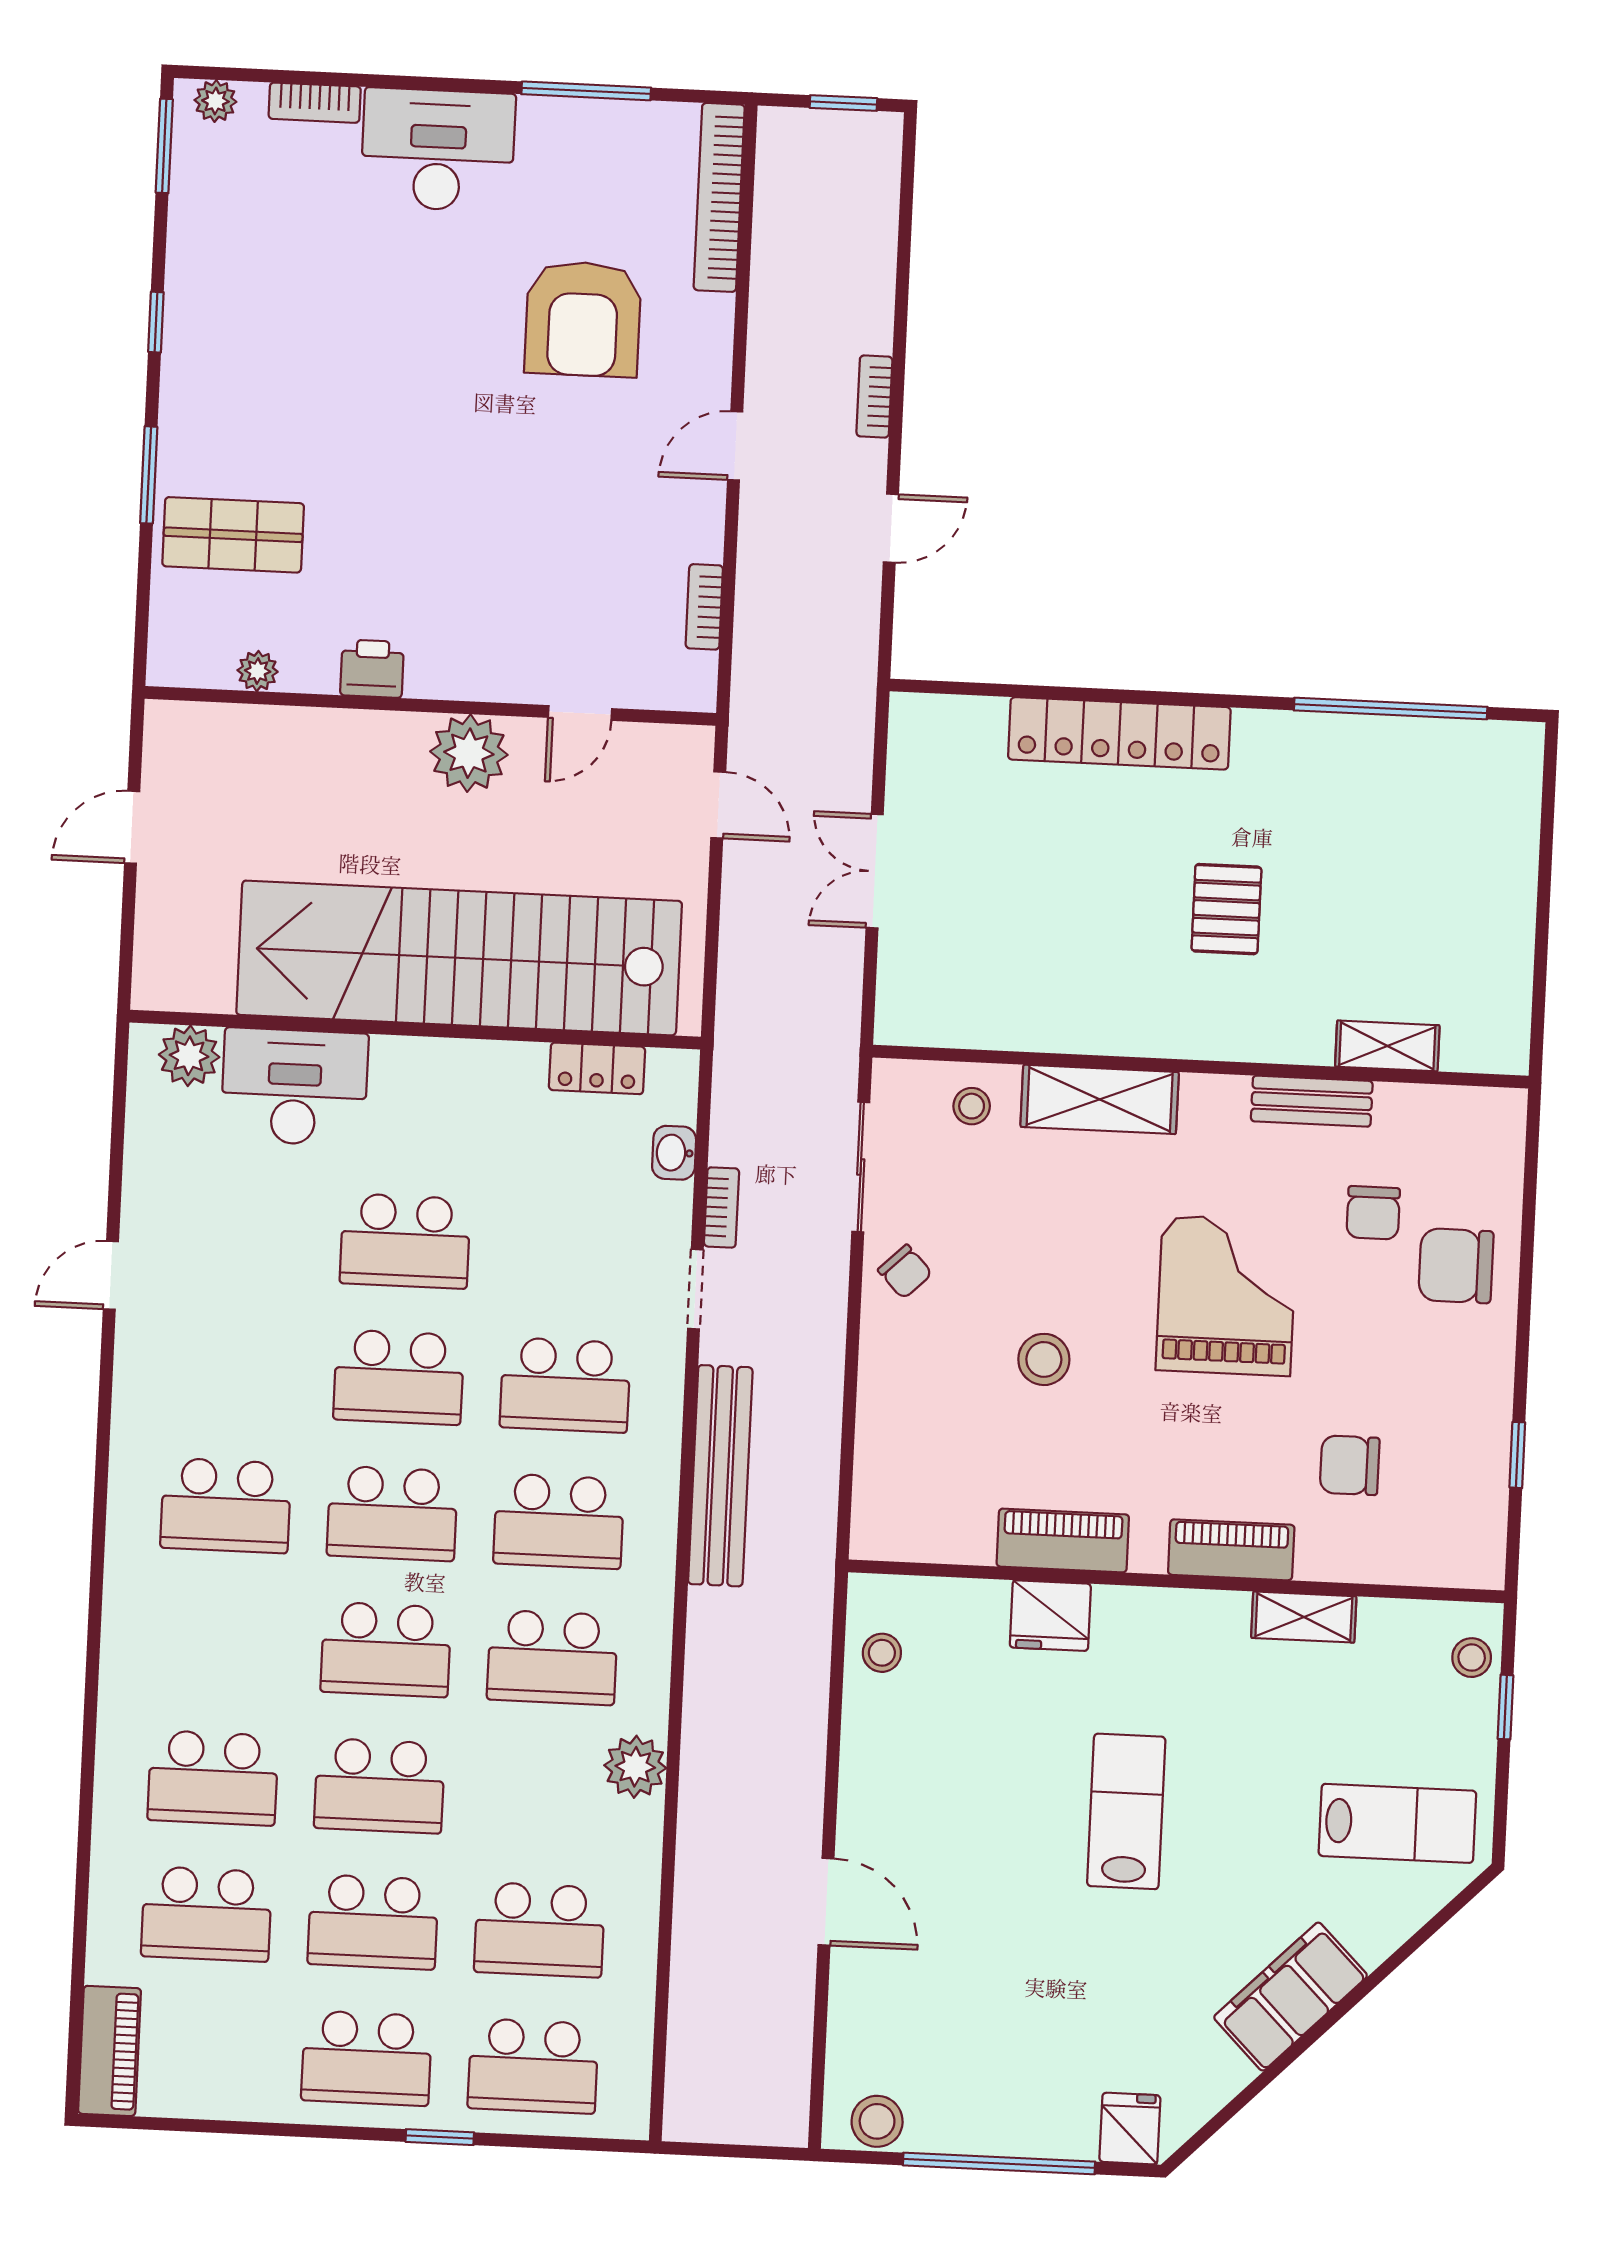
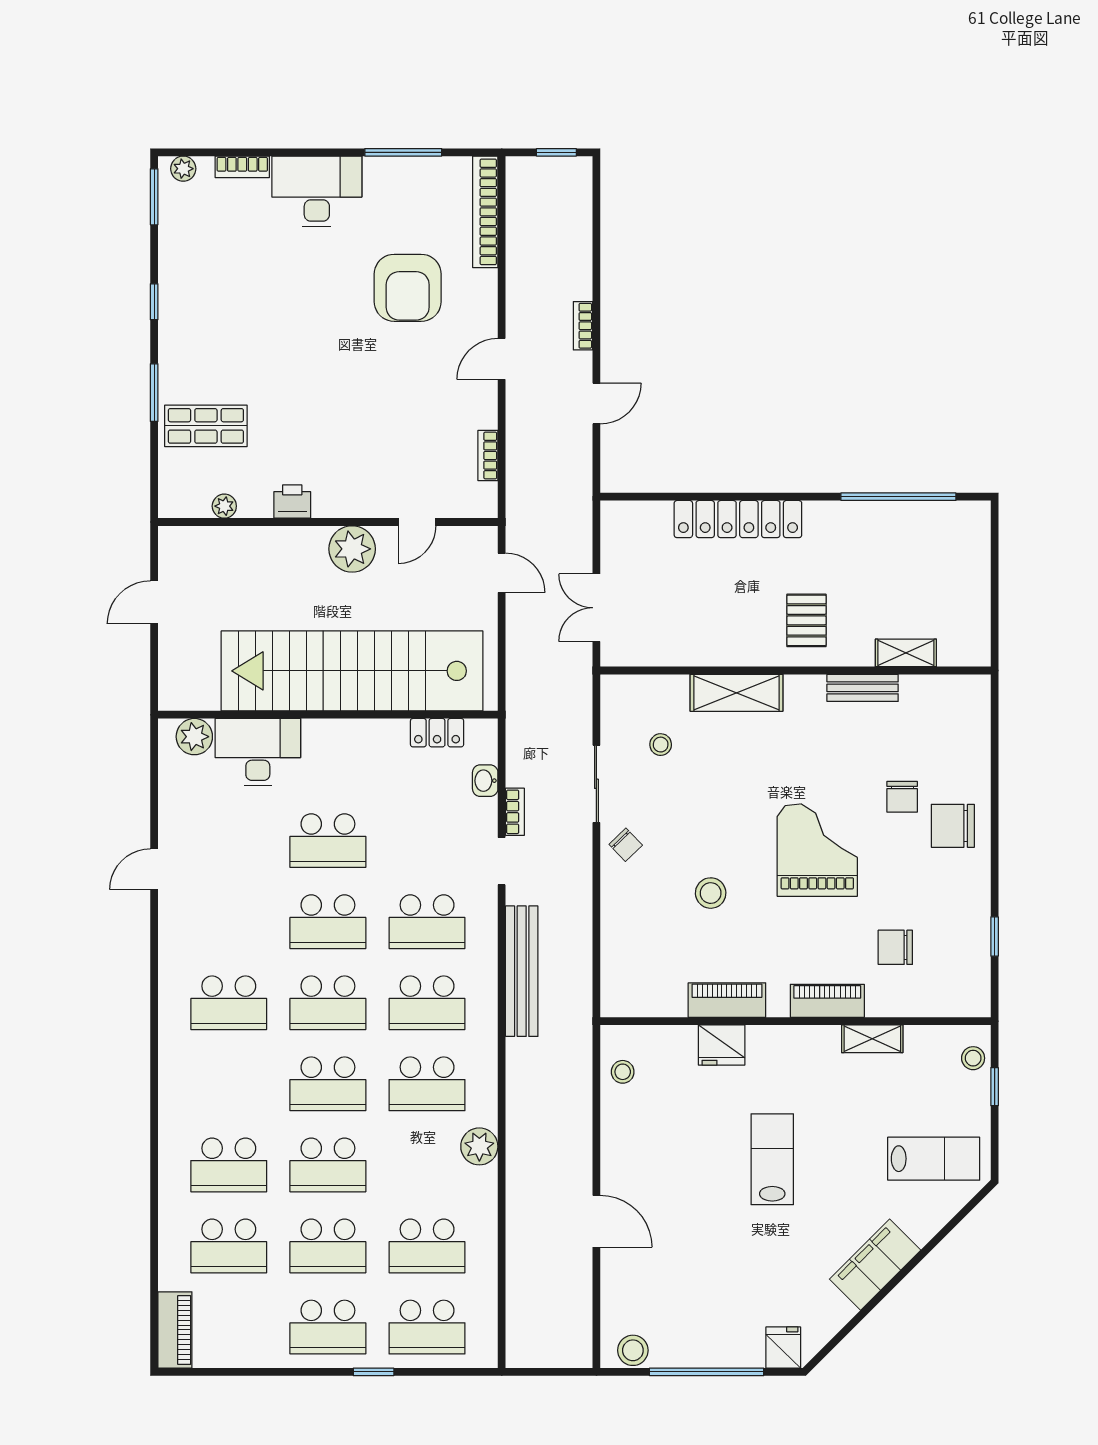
shelving: (1387, 1046) -> (906, 653), moved
wall: (1201, 1067) -> (796, 670), moved
shelving: (1100, 1099) -> (736, 693), moved
bench: (1312, 1101) -> (863, 688), moved

